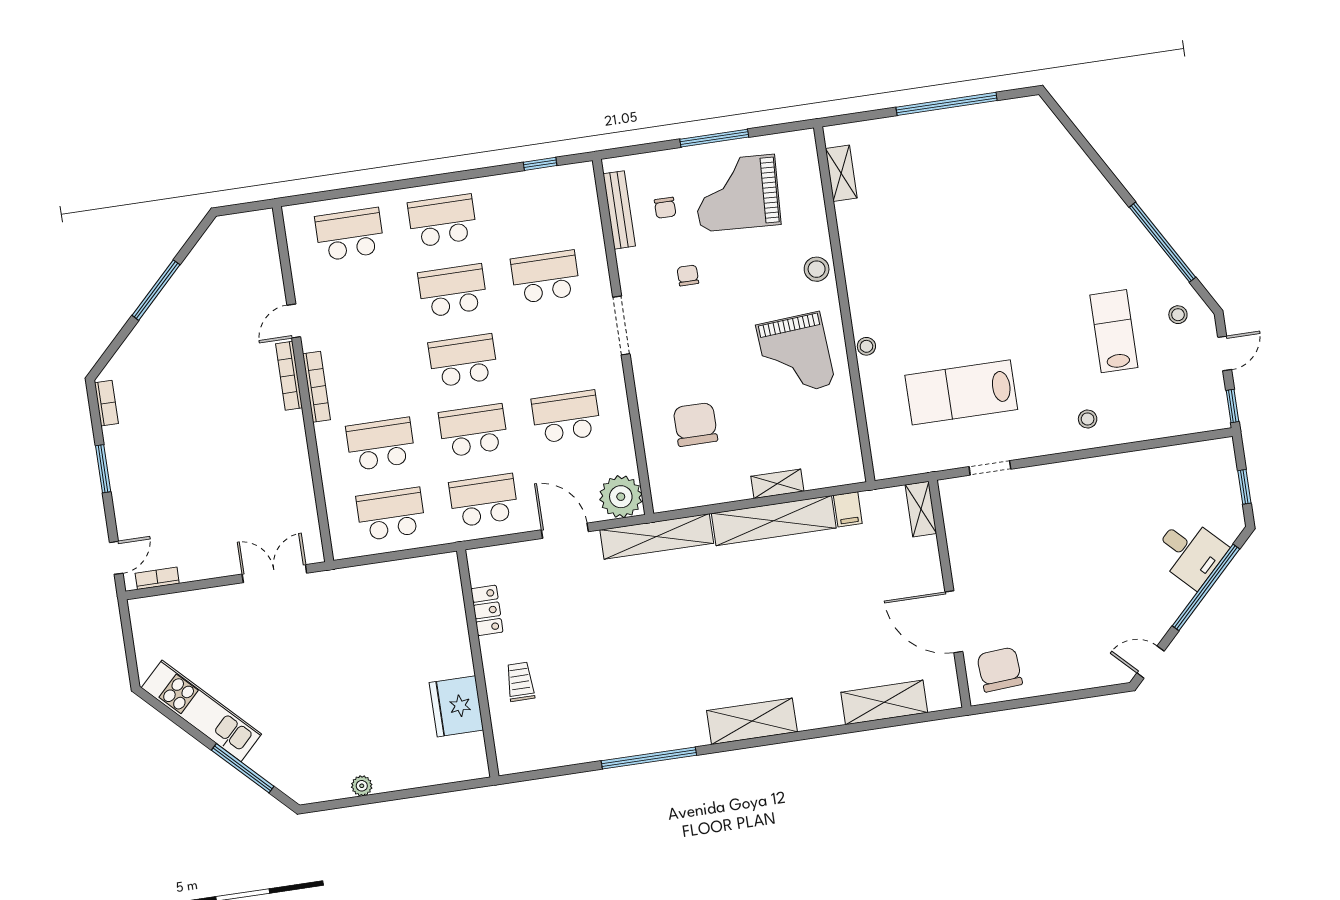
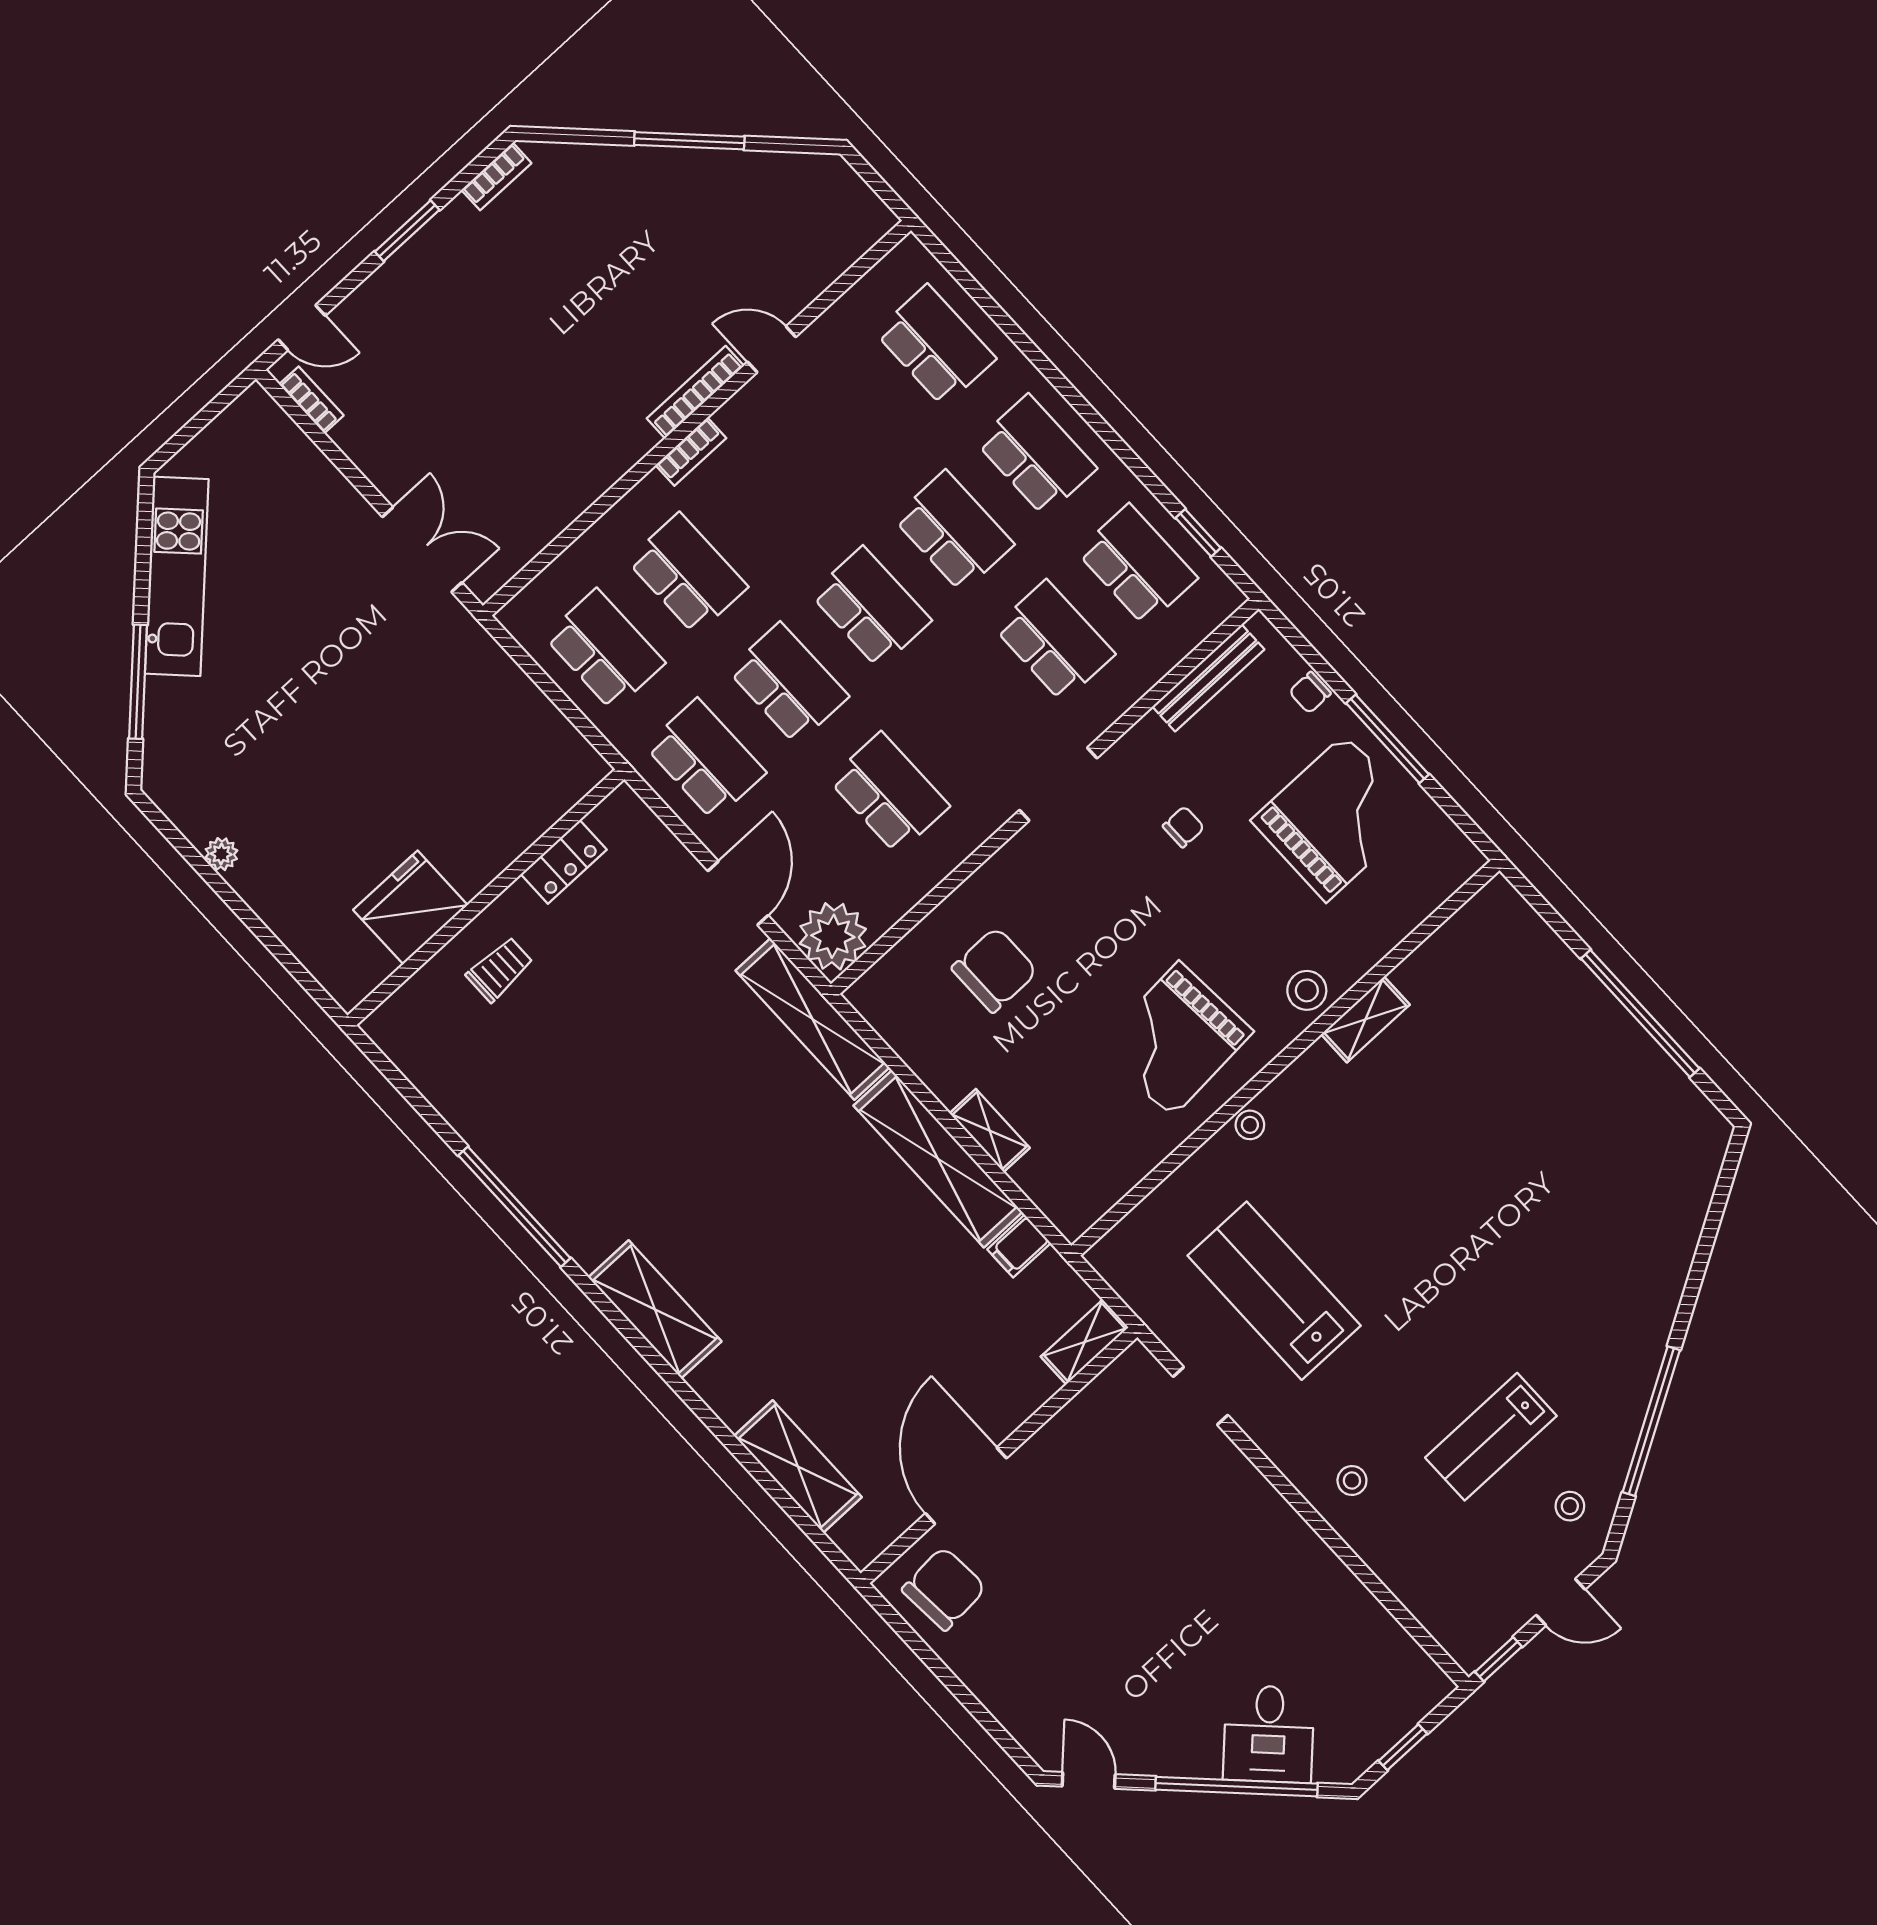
shelving: (841, 173) -> (1365, 1019), moved
grand piano: (737, 193) -> (1336, 818), turned 87
school desk: (535, 207) -> (1137, 565), added
chair: (665, 208) -> (1310, 693), moved
lab bench: (1114, 331) -> (1491, 1437), turned 180
bookcase: (317, 387) -> (691, 452), width x0.64

